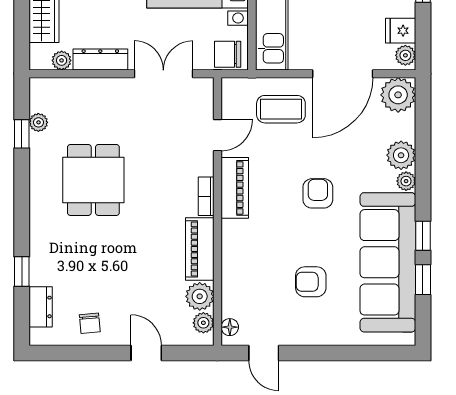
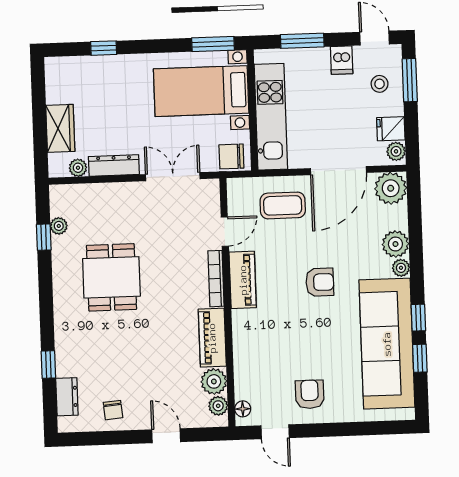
armchair: (318, 193) -> (320, 282), turned 90
bookcase: (206, 196) -> (216, 279), width x1.56
armchair: (311, 282) -> (310, 394), moved, turned 90

